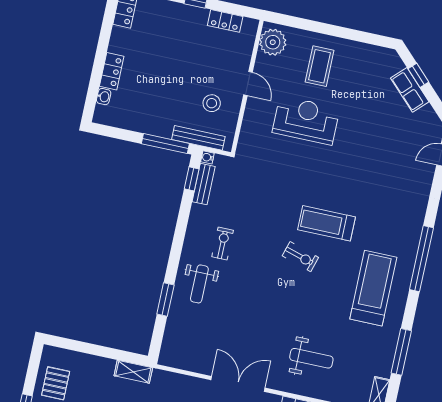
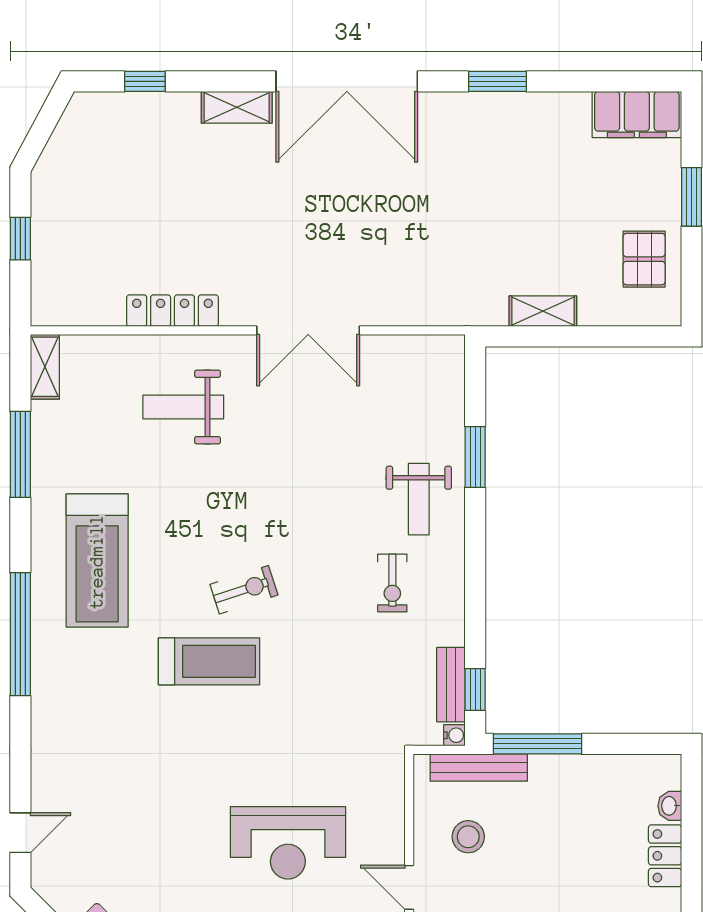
exercise bike: (300, 257) -> (244, 590), turned 145
weight bench: (199, 284) -> (419, 499), turned 180
shelving: (133, 372) -> (543, 311), moved

